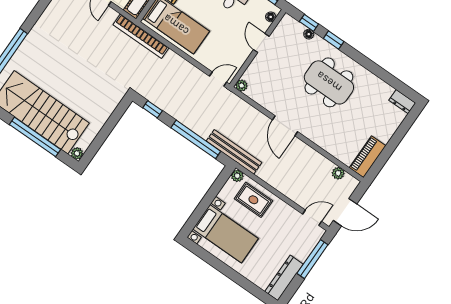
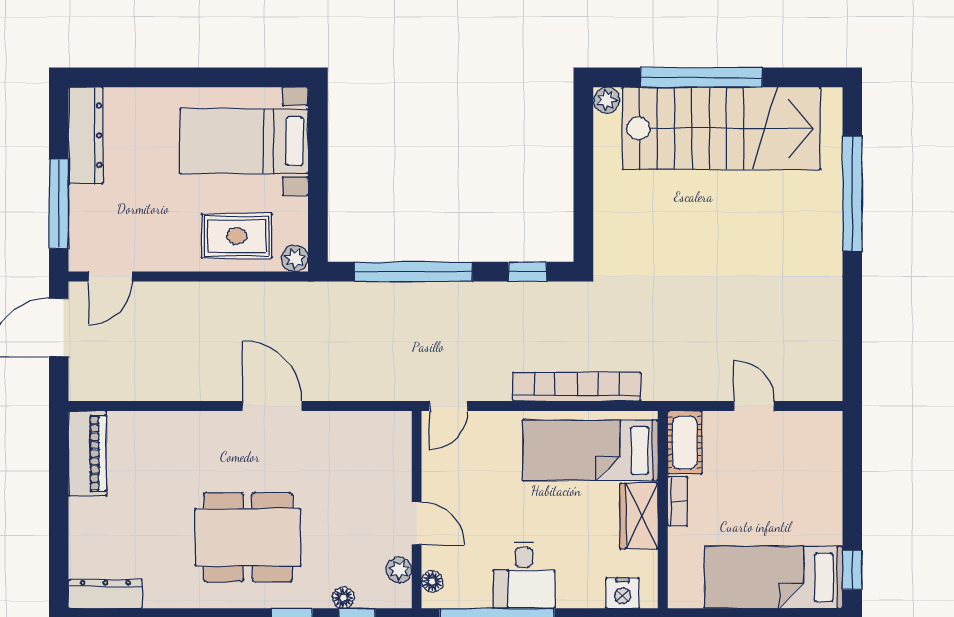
bookcase: (141, 36) -> (577, 387), moved
plant: (242, 86) -> (399, 570), moved
dresser: (402, 102) -> (105, 594), width x1.44
bench: (234, 152) -> (330, 297), removed
plant: (338, 173) -> (119, 388), removed

